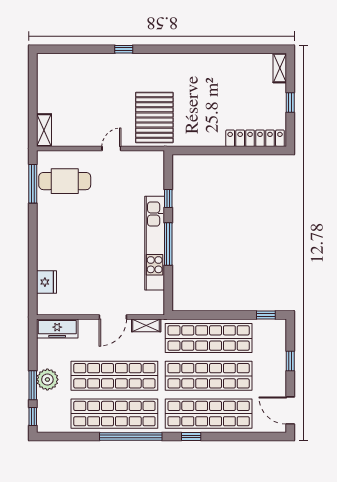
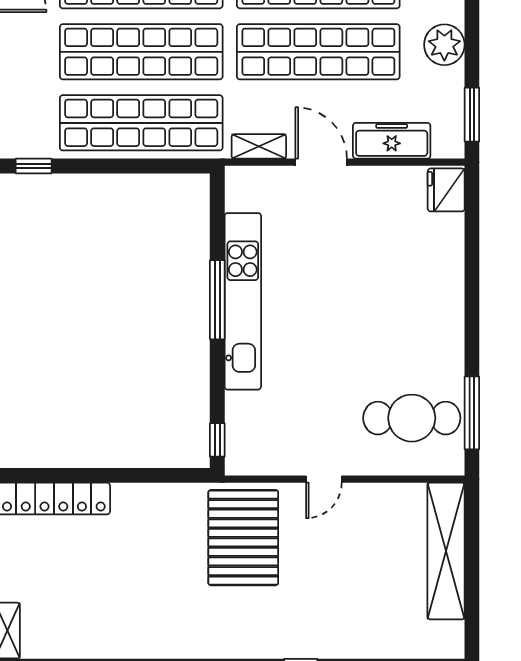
shelving: (44, 130) -> (446, 551), width x2.20, depth x1.33
window: (168, 198) -> (217, 440), moved
fridge: (46, 282) -> (446, 190), moved
door: (113, 317) -> (321, 162), hinge flipped
freezer: (57, 328) -> (392, 141), moved
window: (33, 385) -> (472, 115), moved

